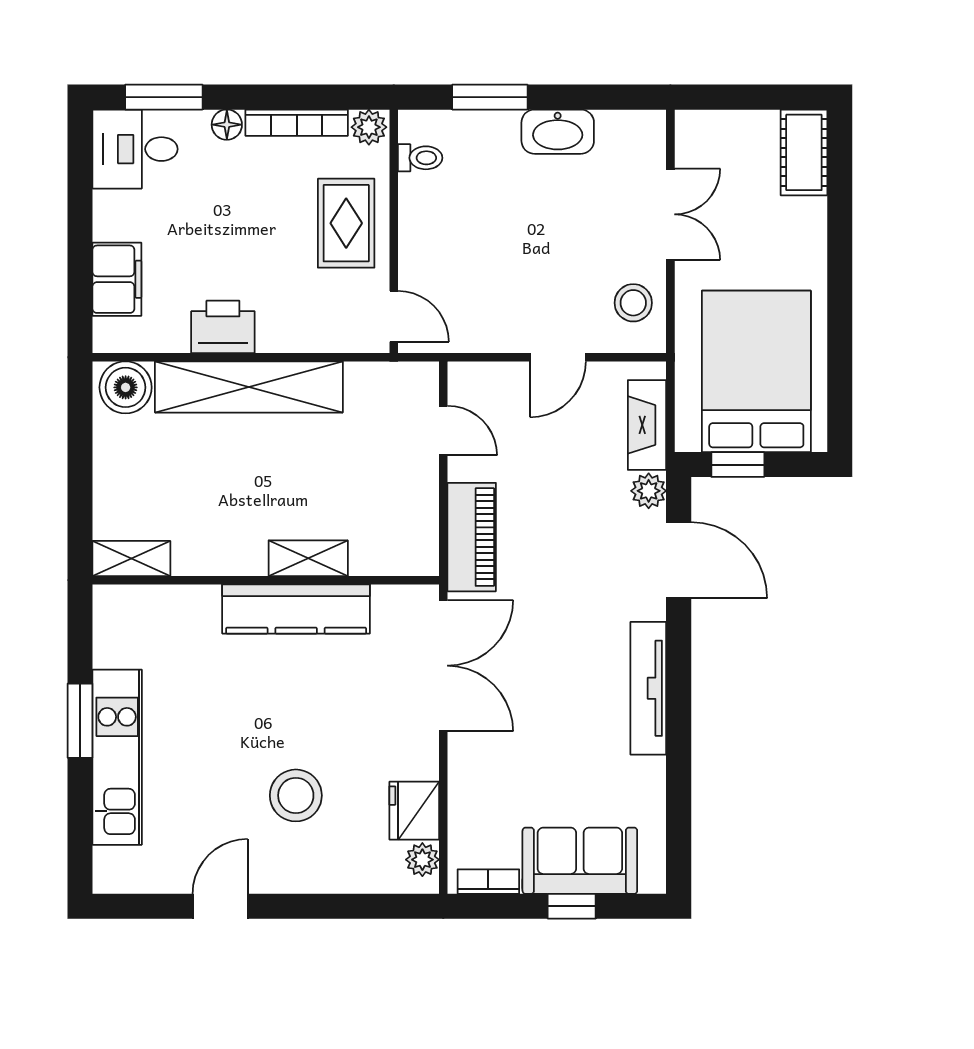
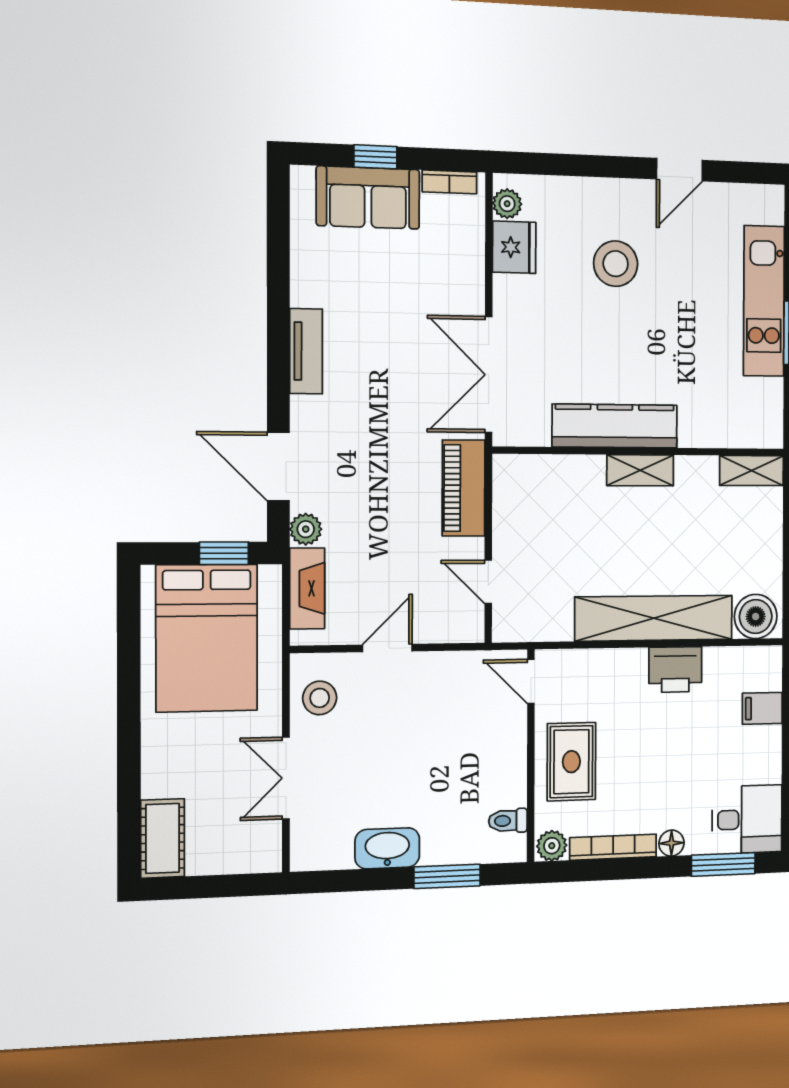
filing cabinet: (117, 279) -> (762, 708), width x0.50
shelving: (308, 558) -> (640, 470), moved
tv unit: (648, 688) -> (306, 351), width x0.71

